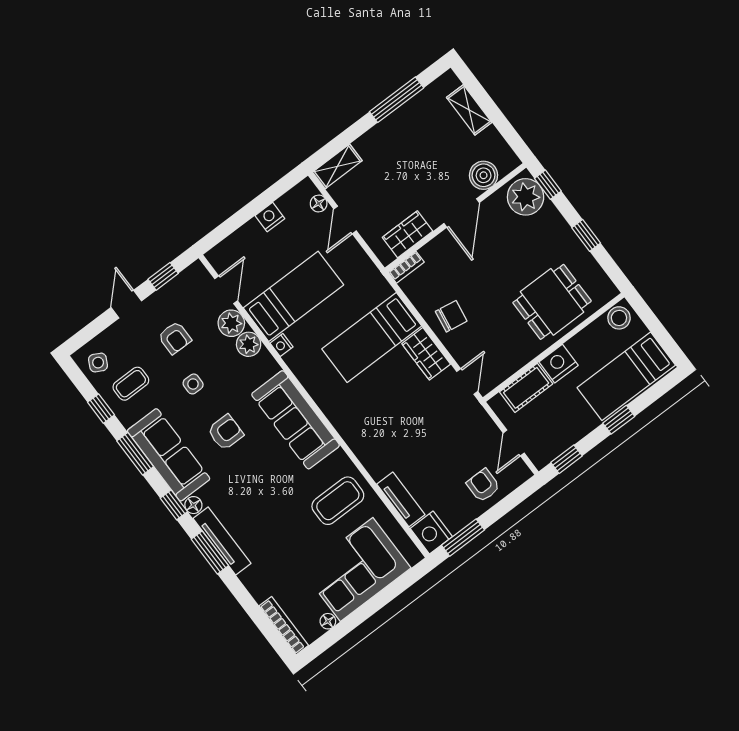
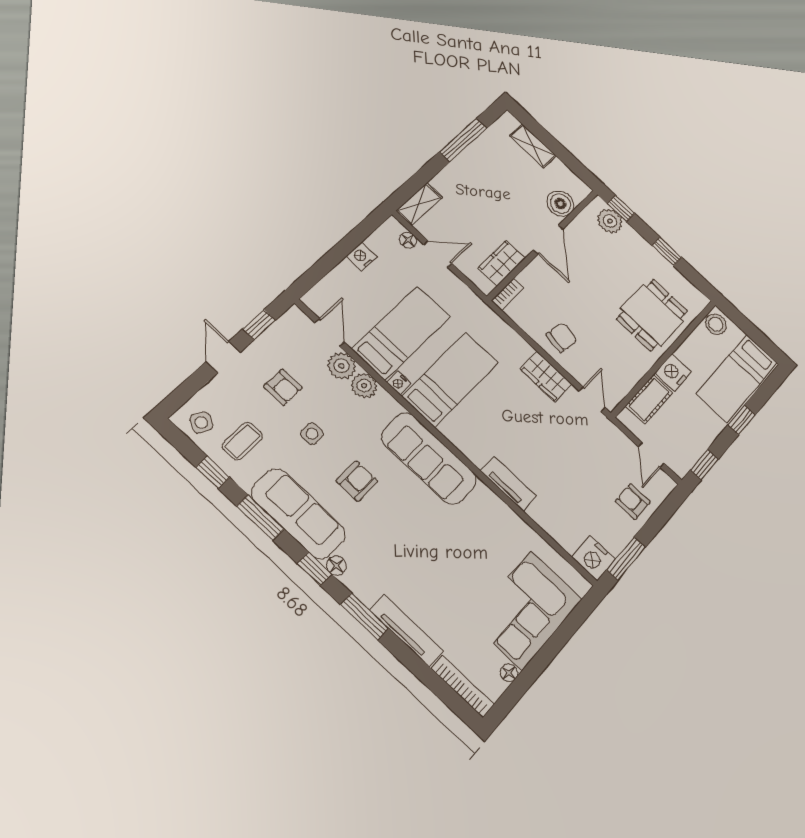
plant: (526, 197) -> (610, 221), width x0.73, depth x0.73
door: (345, 220) -> (438, 254), swing flipped
bed: (372, 337) -> (451, 379), moved, turned 180
tv unit: (401, 499) -> (509, 484), moved
coffee table: (338, 501) -> (491, 538), removed
tv unit: (222, 541) -> (406, 631), moved

